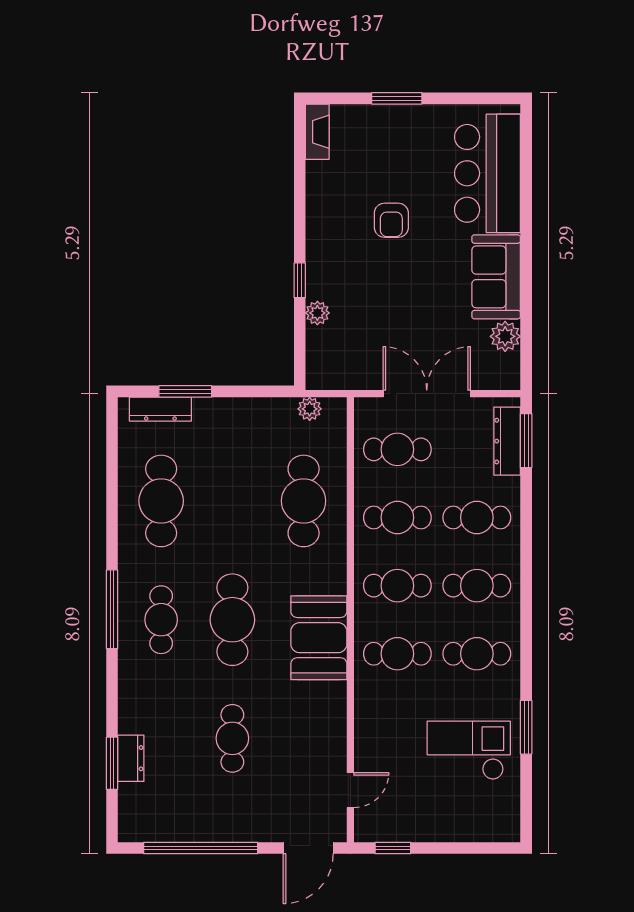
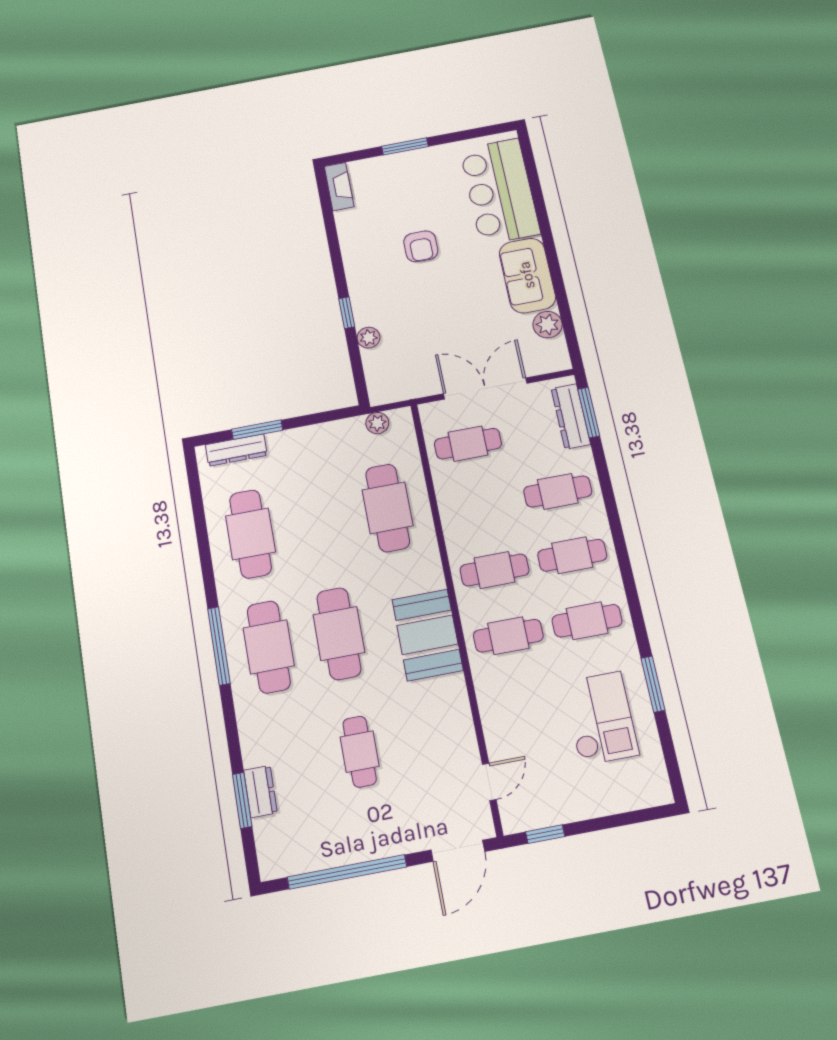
cafe table: (397, 517) -> (481, 506), removed
cafe table: (161, 620) -> (269, 647), width x1.37, depth x1.35
checkout: (469, 750) -> (601, 718), turned 90

